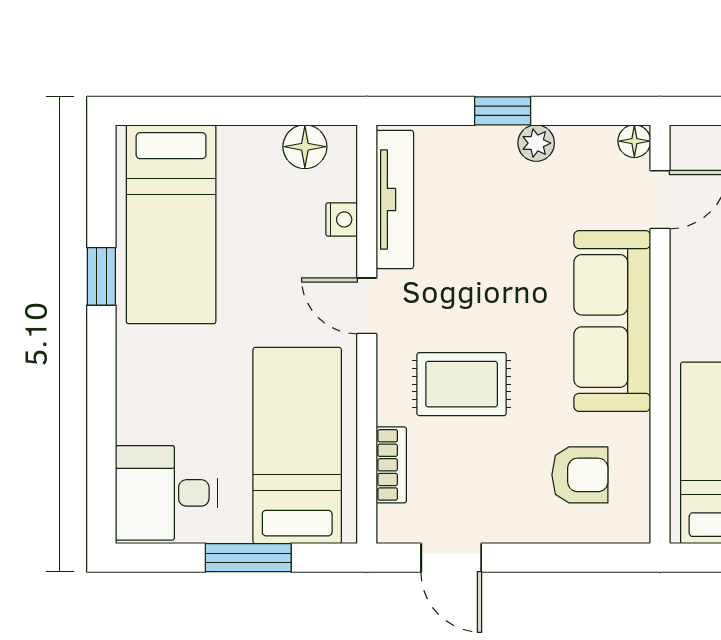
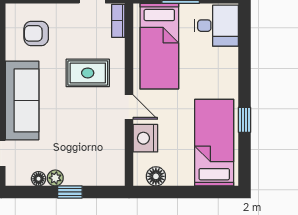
floor lamp: (634, 141) -> (39, 179), moved
tv unit: (395, 199) -> (117, 153), removed
nightstand: (342, 219) -> (145, 138), width x1.89, depth x1.79
bookcase: (391, 465) -> (118, 21), moved

